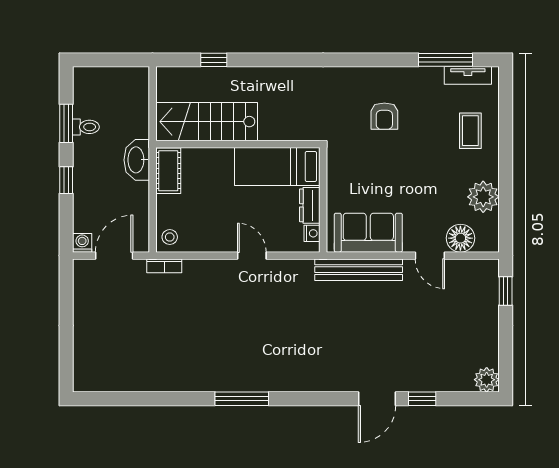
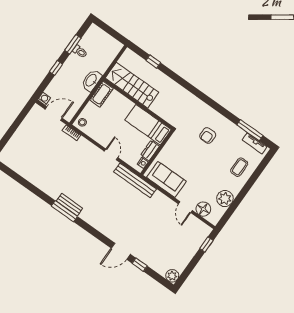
bench: (359, 270) -> (135, 180), moved
bench: (243, 383) -> (70, 205), added

